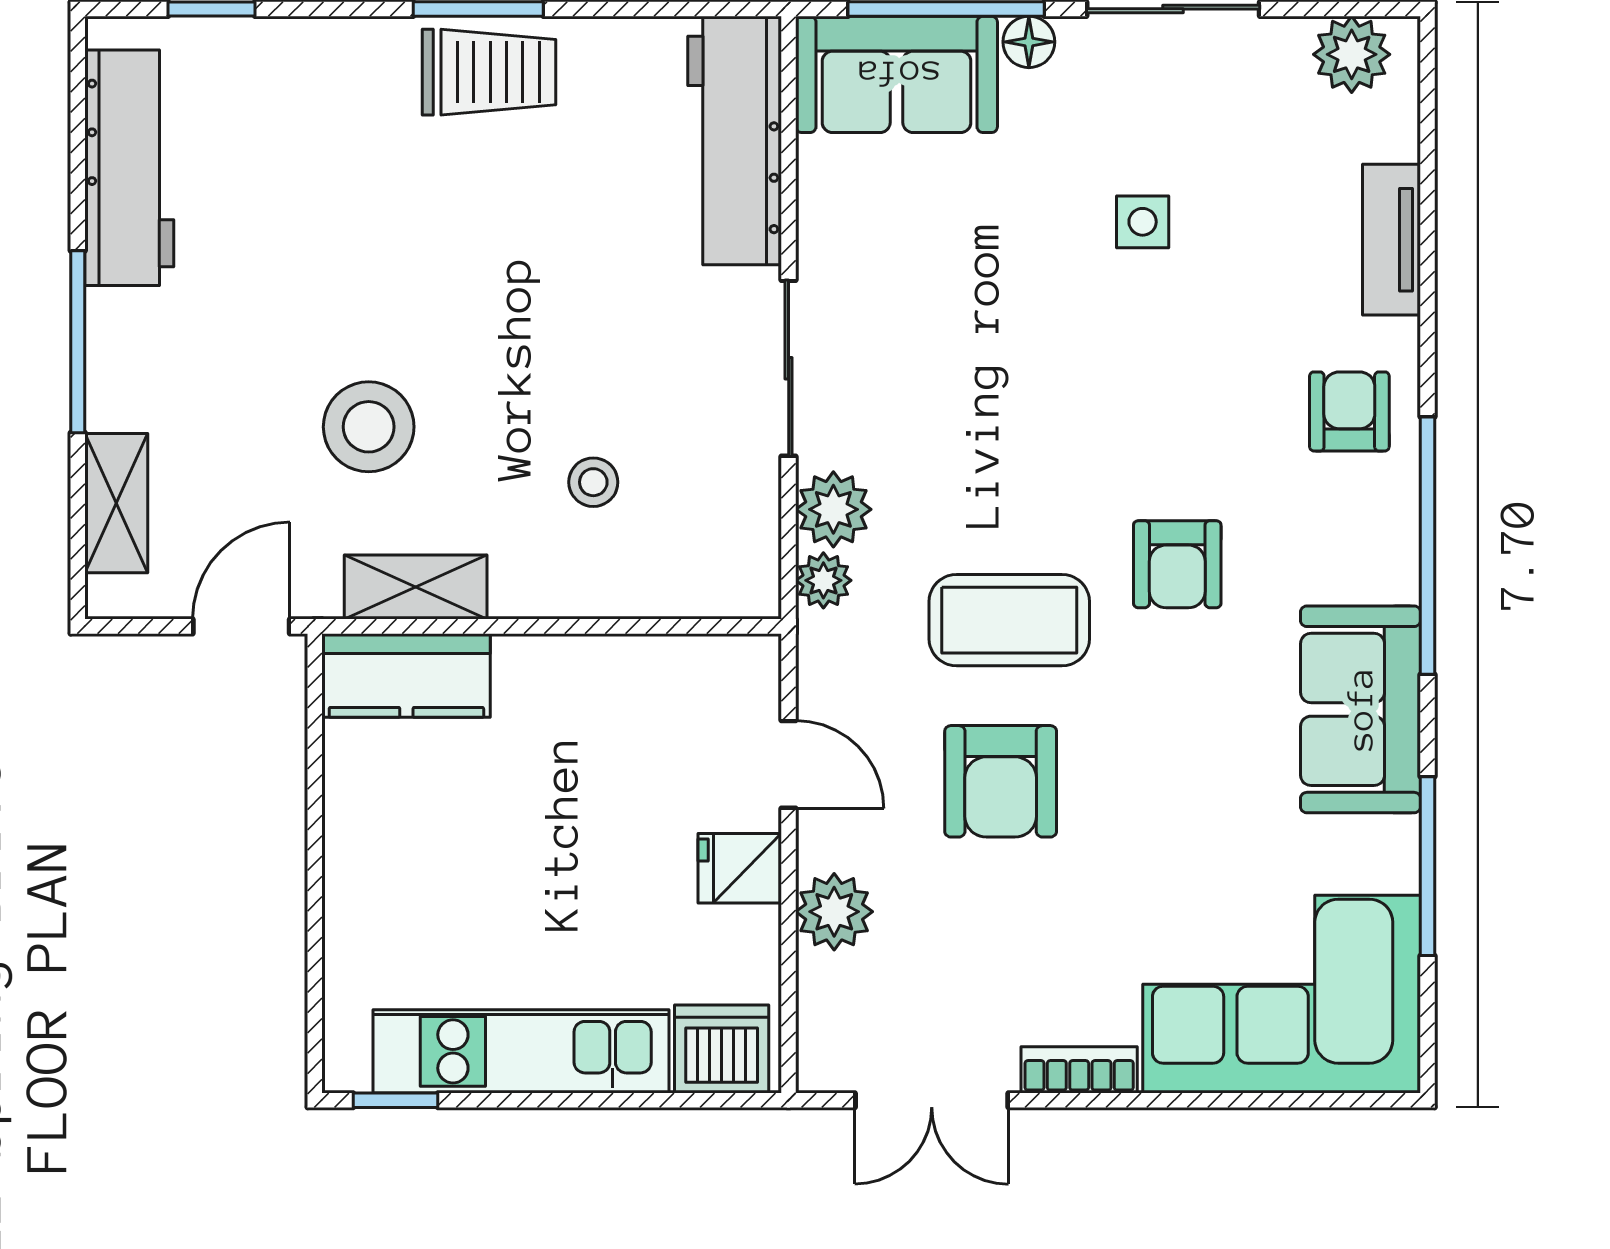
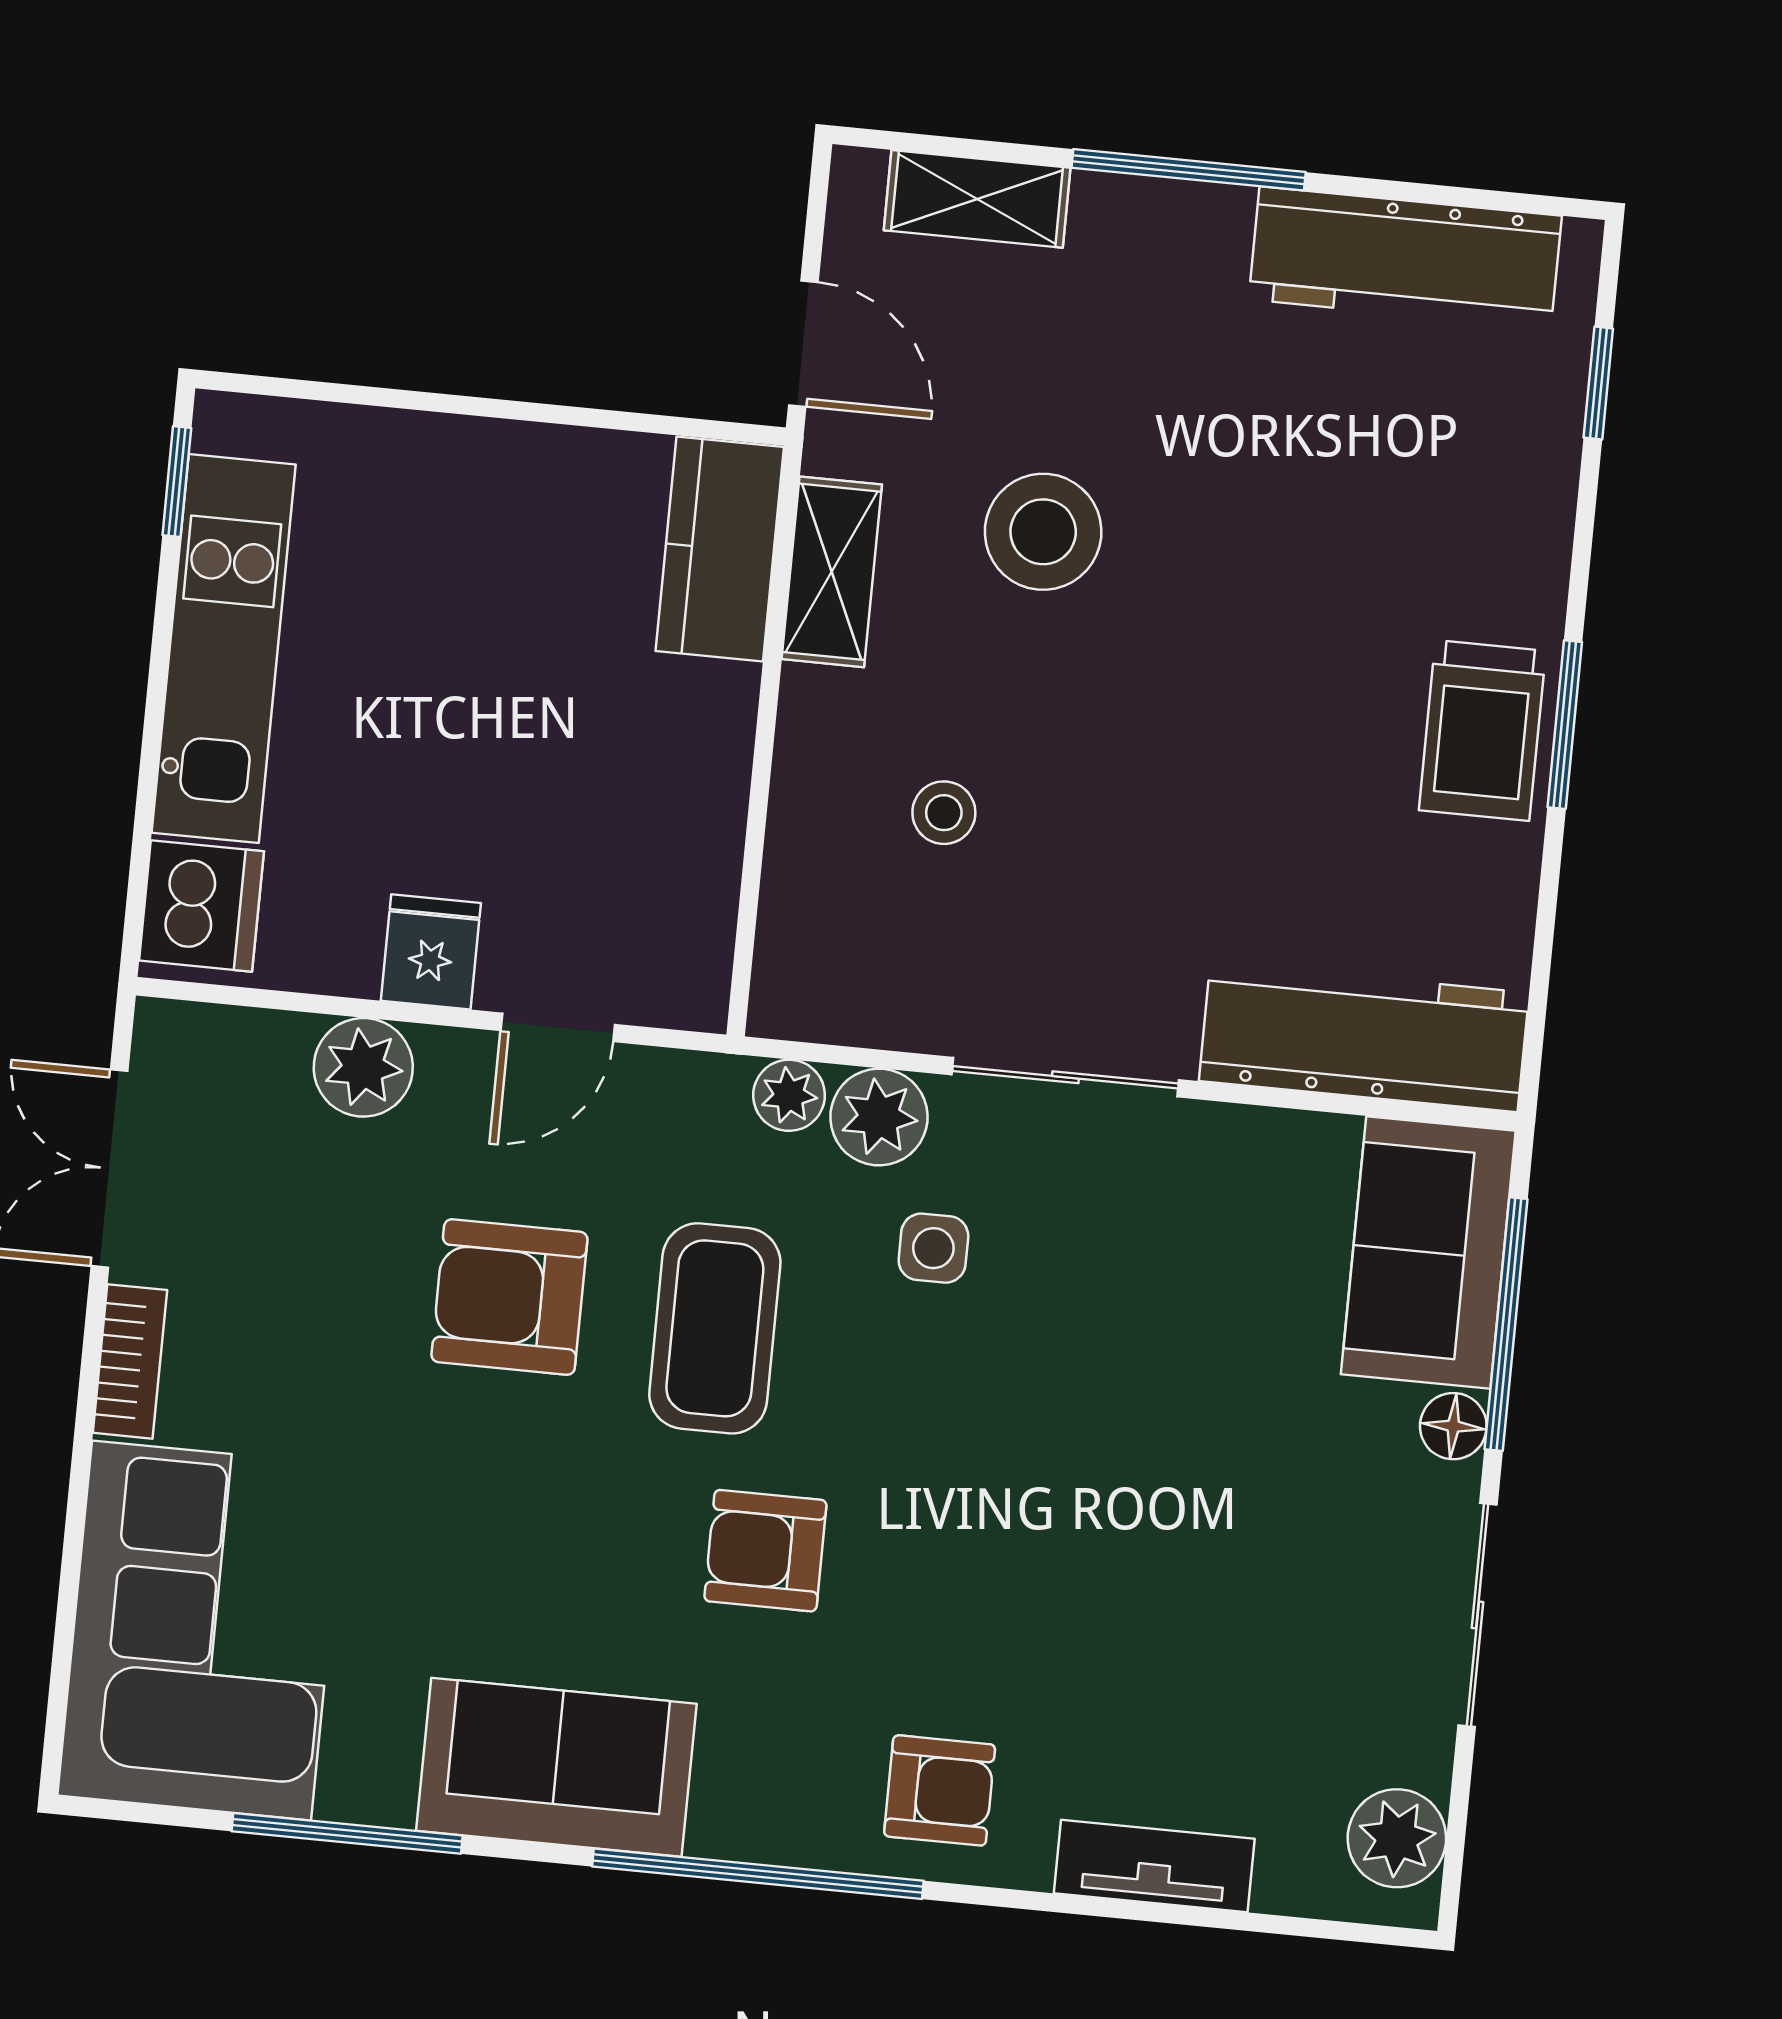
side table: (1143, 222) -> (933, 1248), moved

